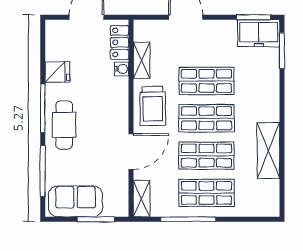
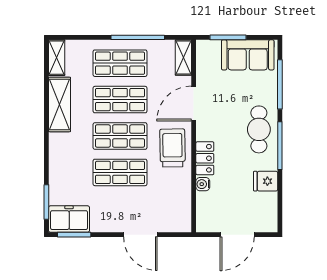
locker: (119, 42) -> (205, 158), moved
shelving: (142, 60) -> (57, 58), moved

